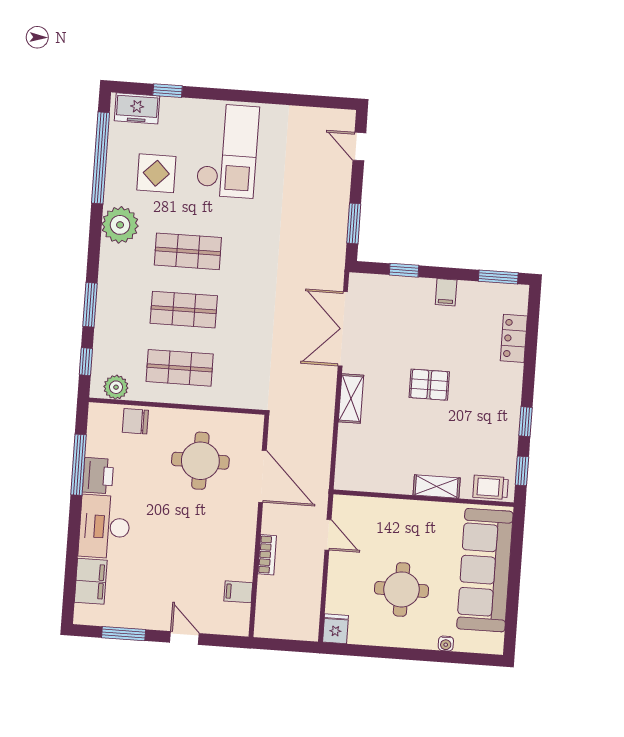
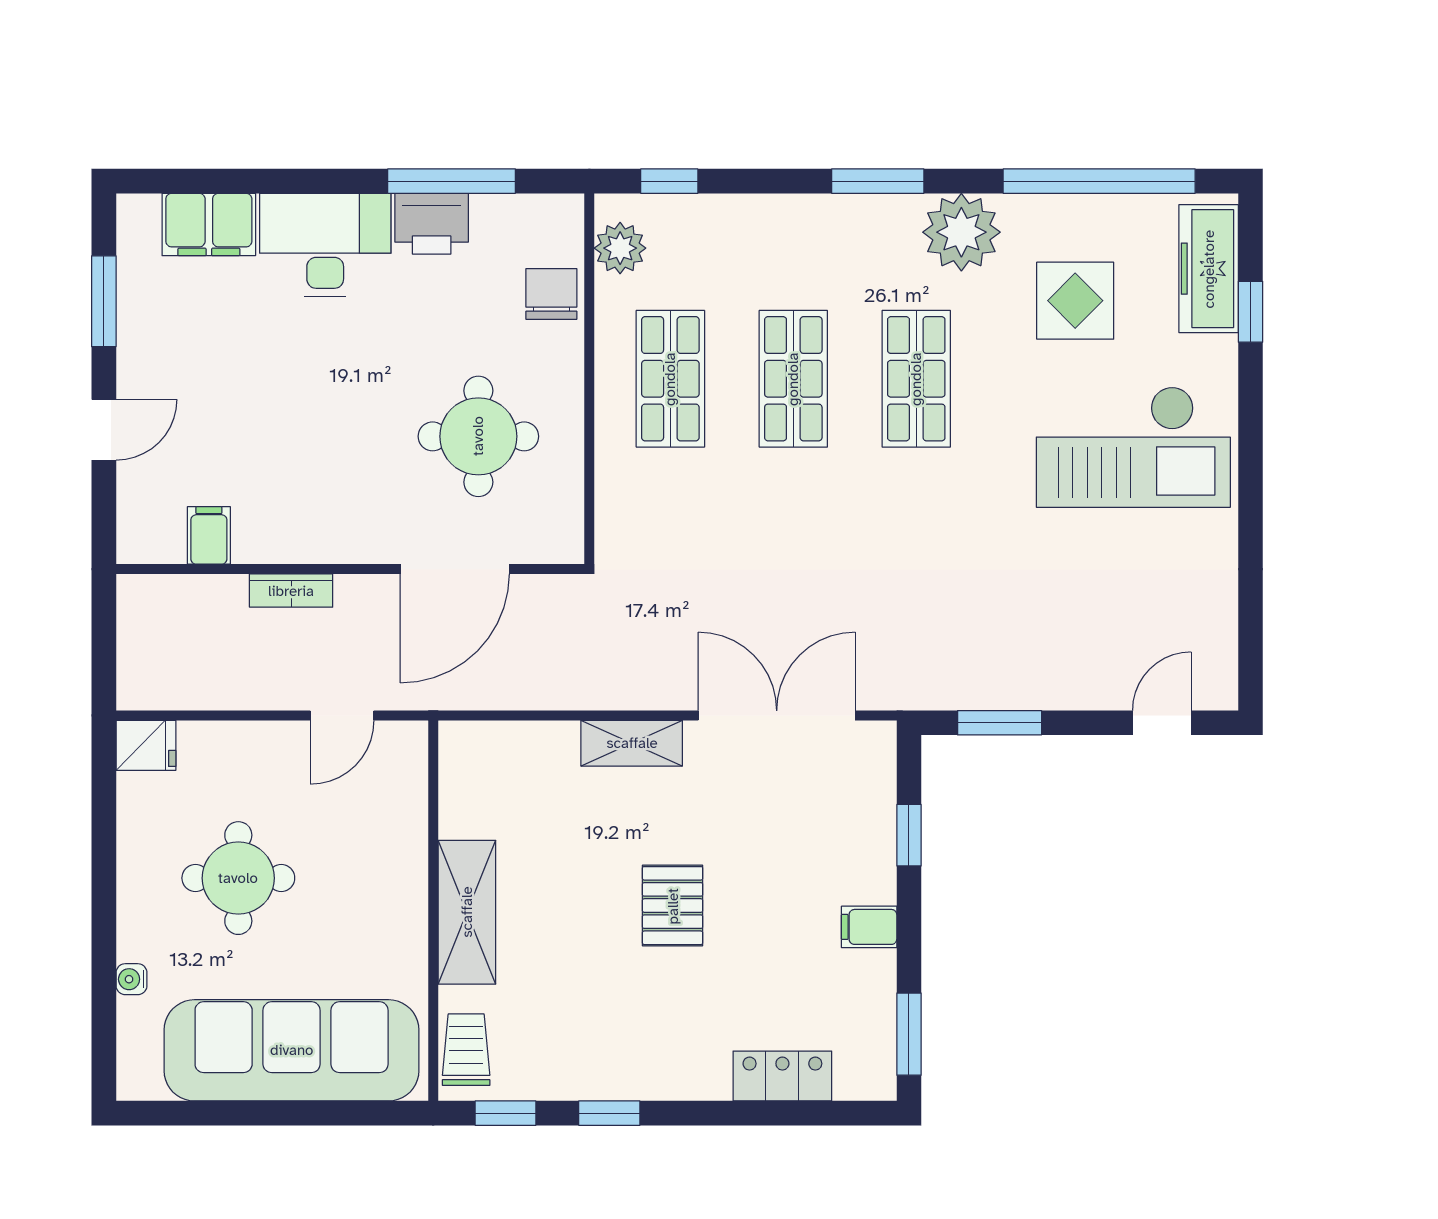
freezer: (137, 108) -> (1209, 269), width x1.40
window: (90, 305) -> (878, 181), moved
shelving: (437, 487) -> (467, 912), width x1.50, depth x1.33

